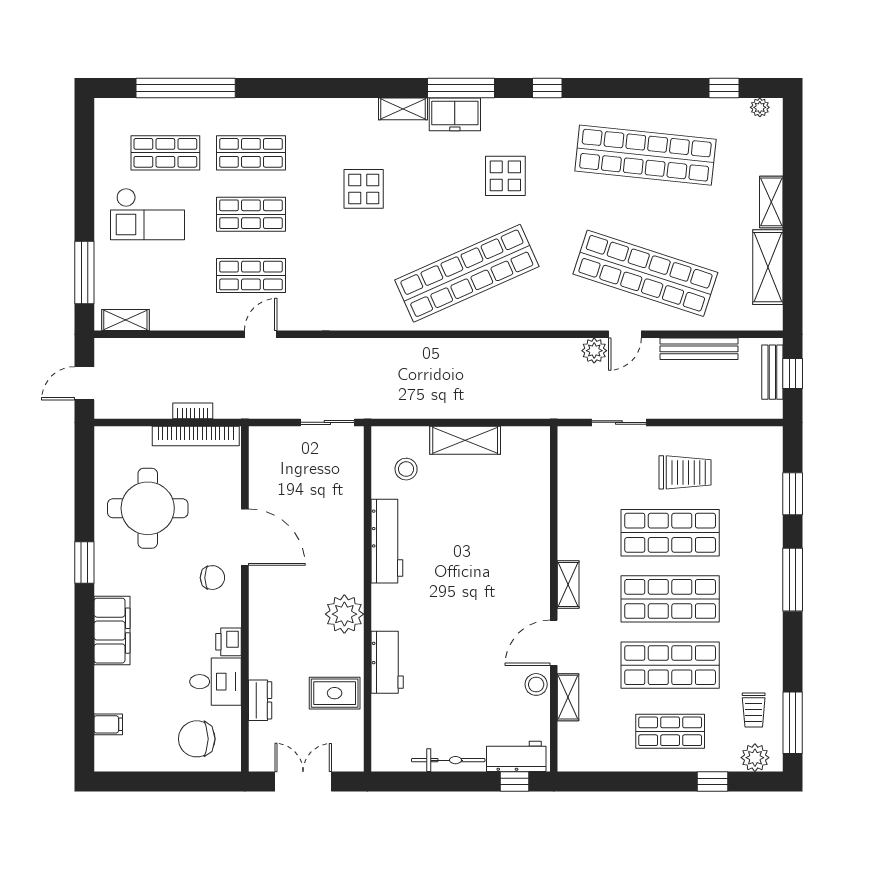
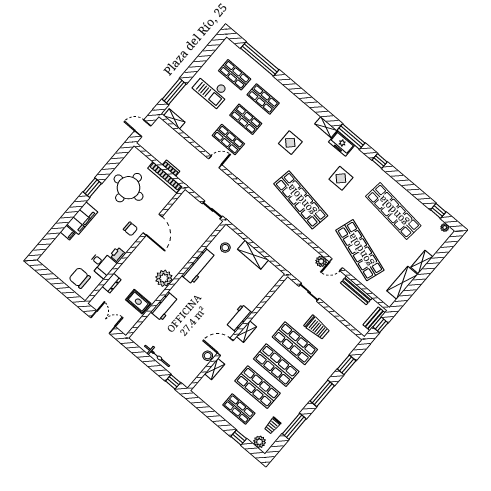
shop shelf: (467, 273) -> (301, 200), turned 33
window: (793, 723) -> (294, 426), moved
filing cabinet: (108, 724) -> (68, 233), moved
workbench: (516, 756) -> (239, 318), moved, turned -90

